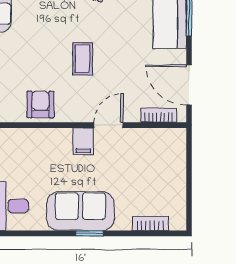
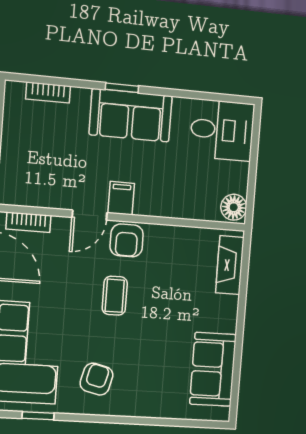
armchair: (40, 104) -> (127, 240), moved

